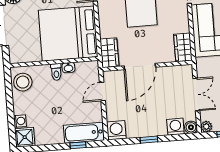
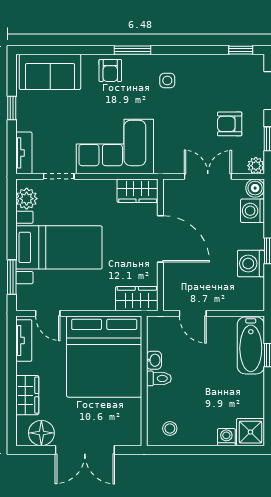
door: (140, 66) -> (160, 239), moved
stool: (23, 82) -> (170, 428), width x0.53, depth x0.53
washing machine: (116, 130) -> (251, 263), moved

